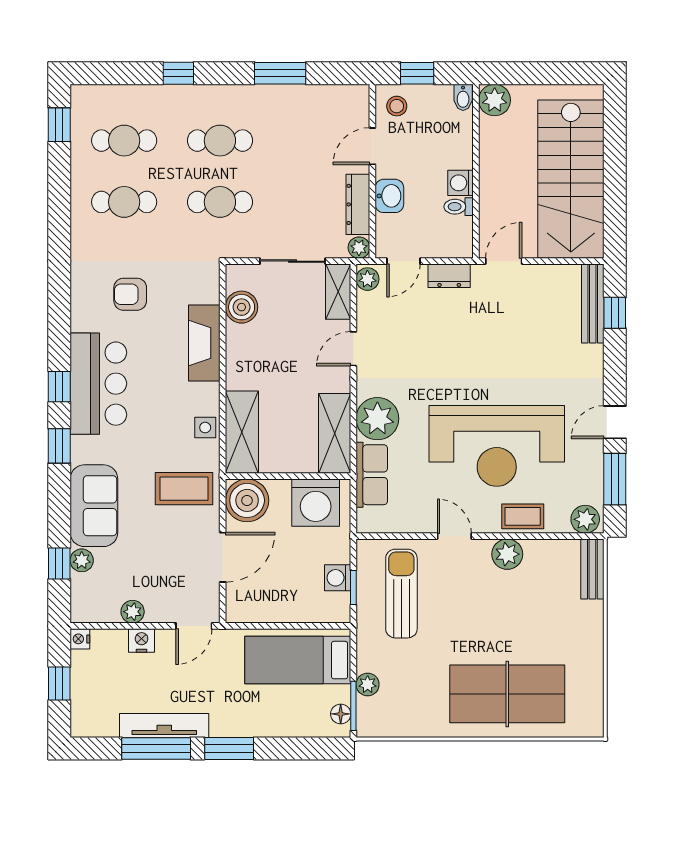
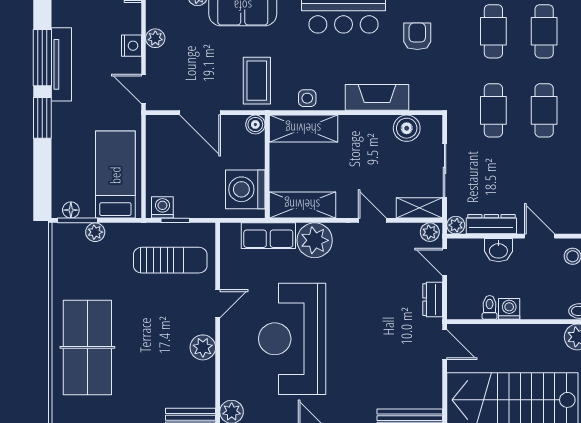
boiler: (247, 500) -> (255, 125), width x0.54, depth x0.54
coffee table: (523, 516) -> (234, 360), removed
washing machine: (338, 578) -> (162, 207), moved

